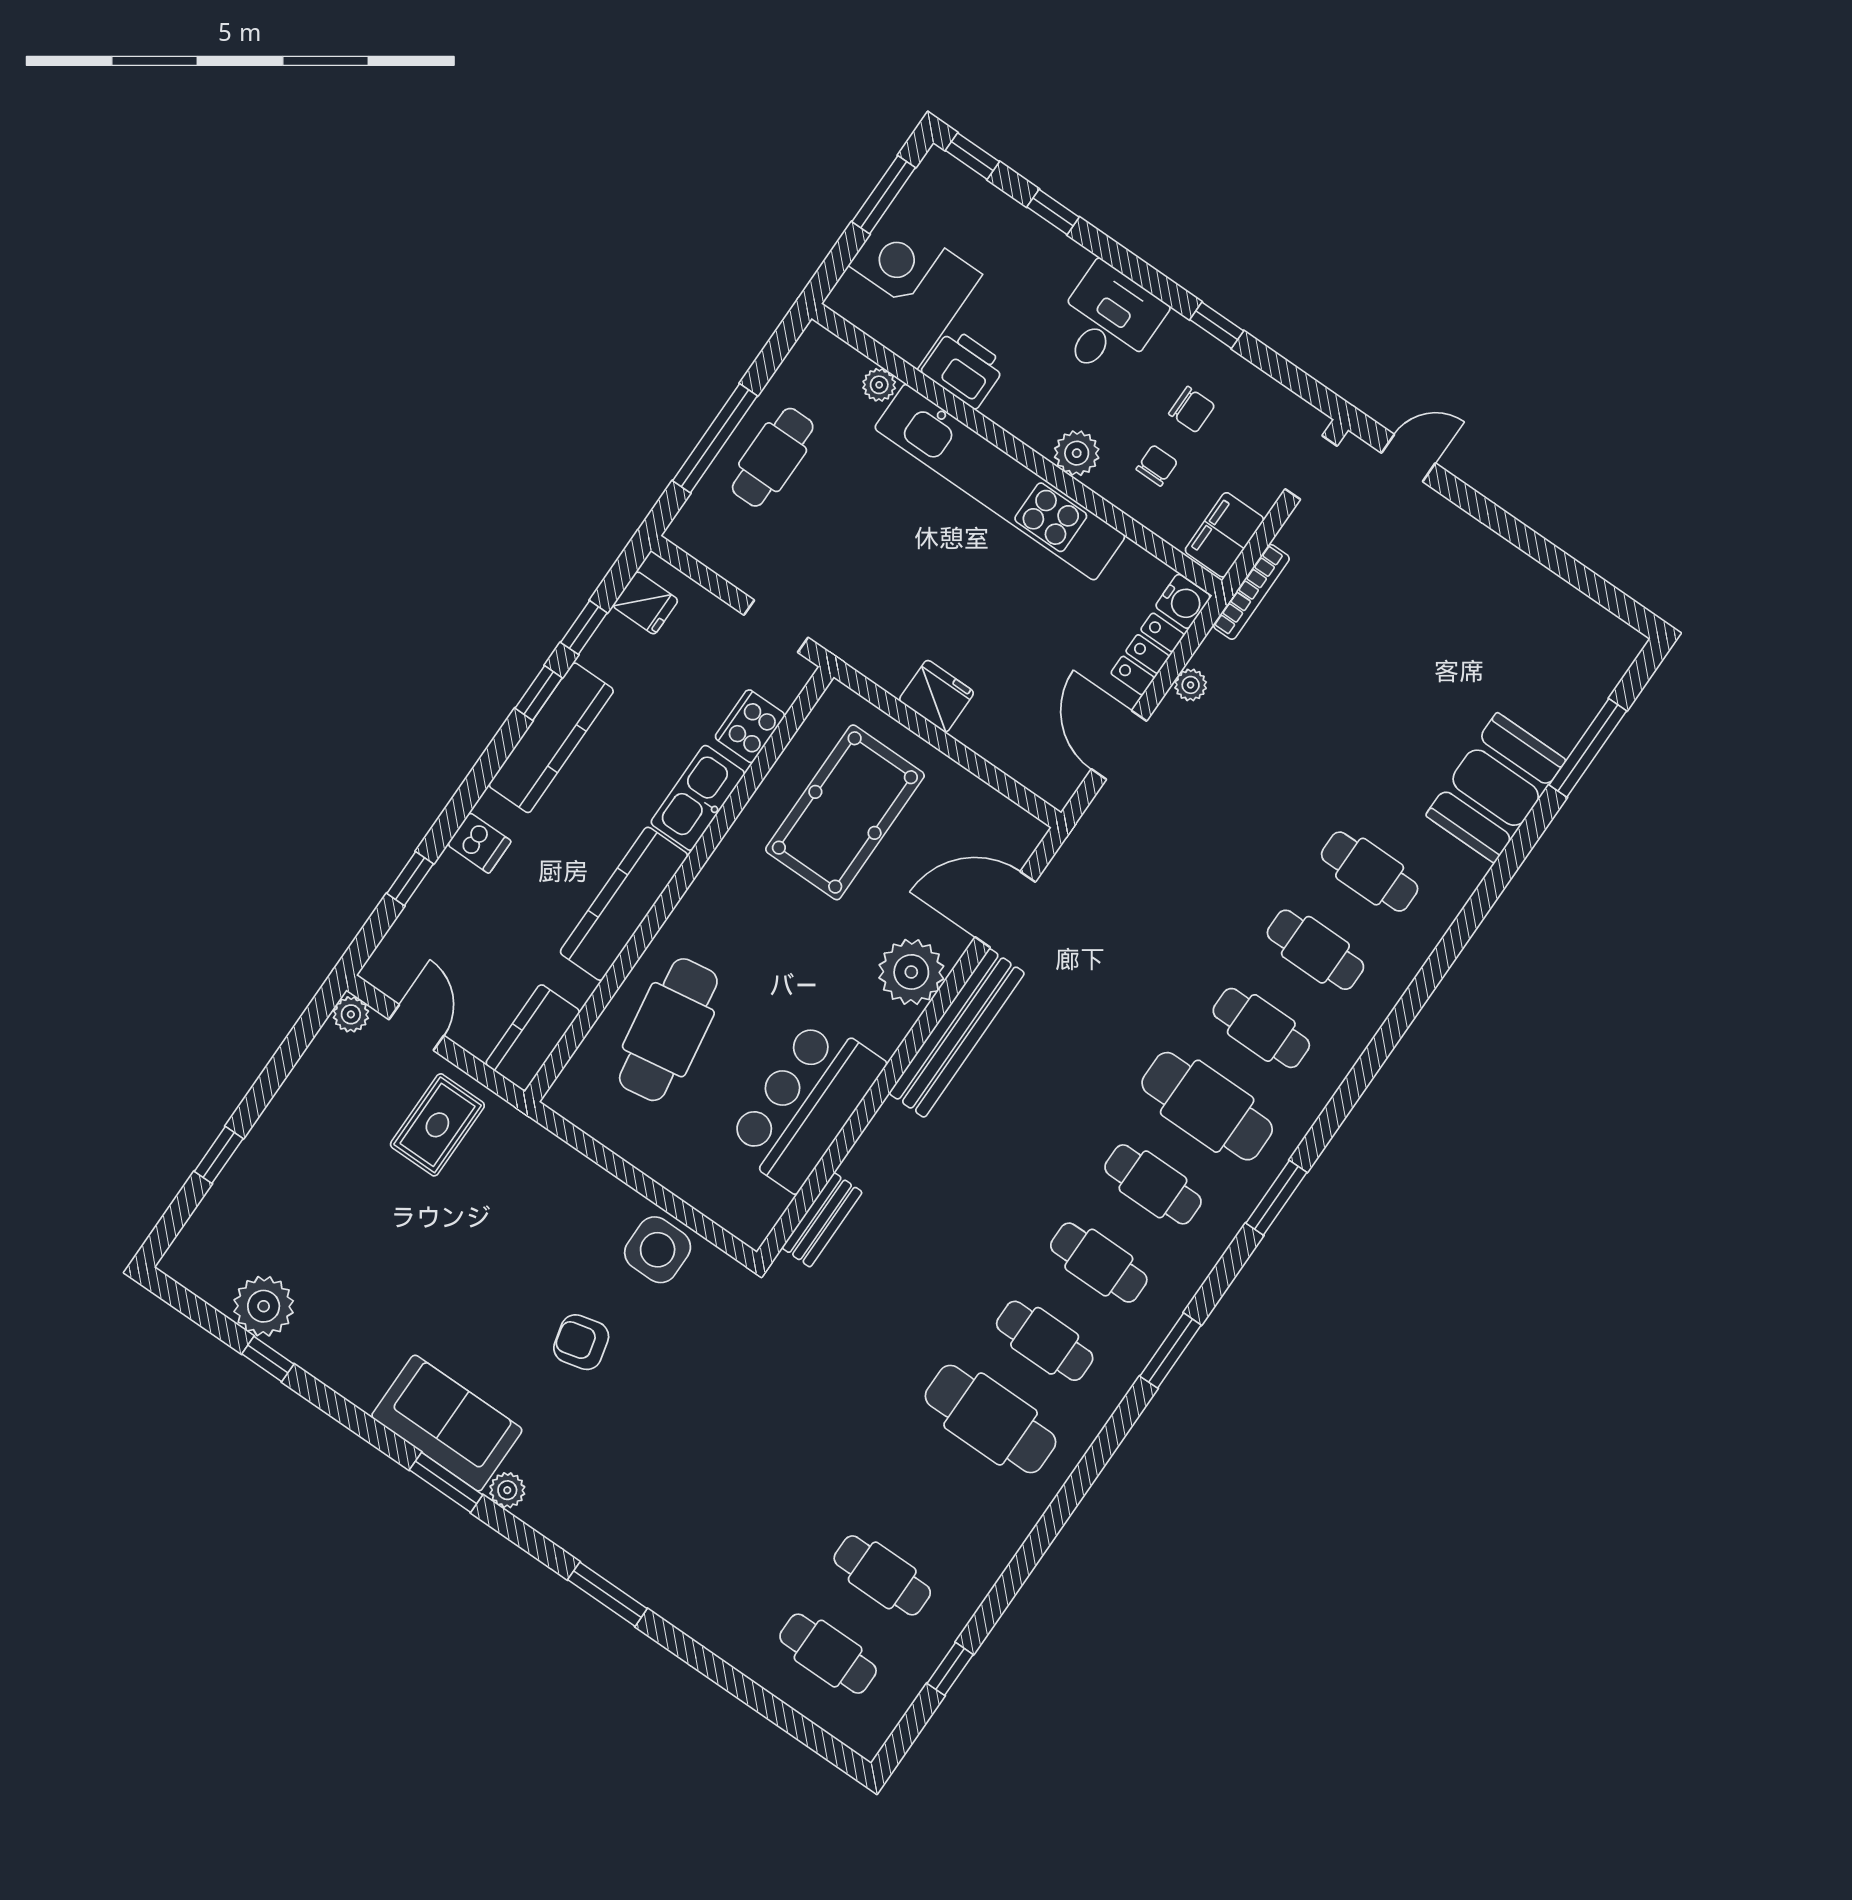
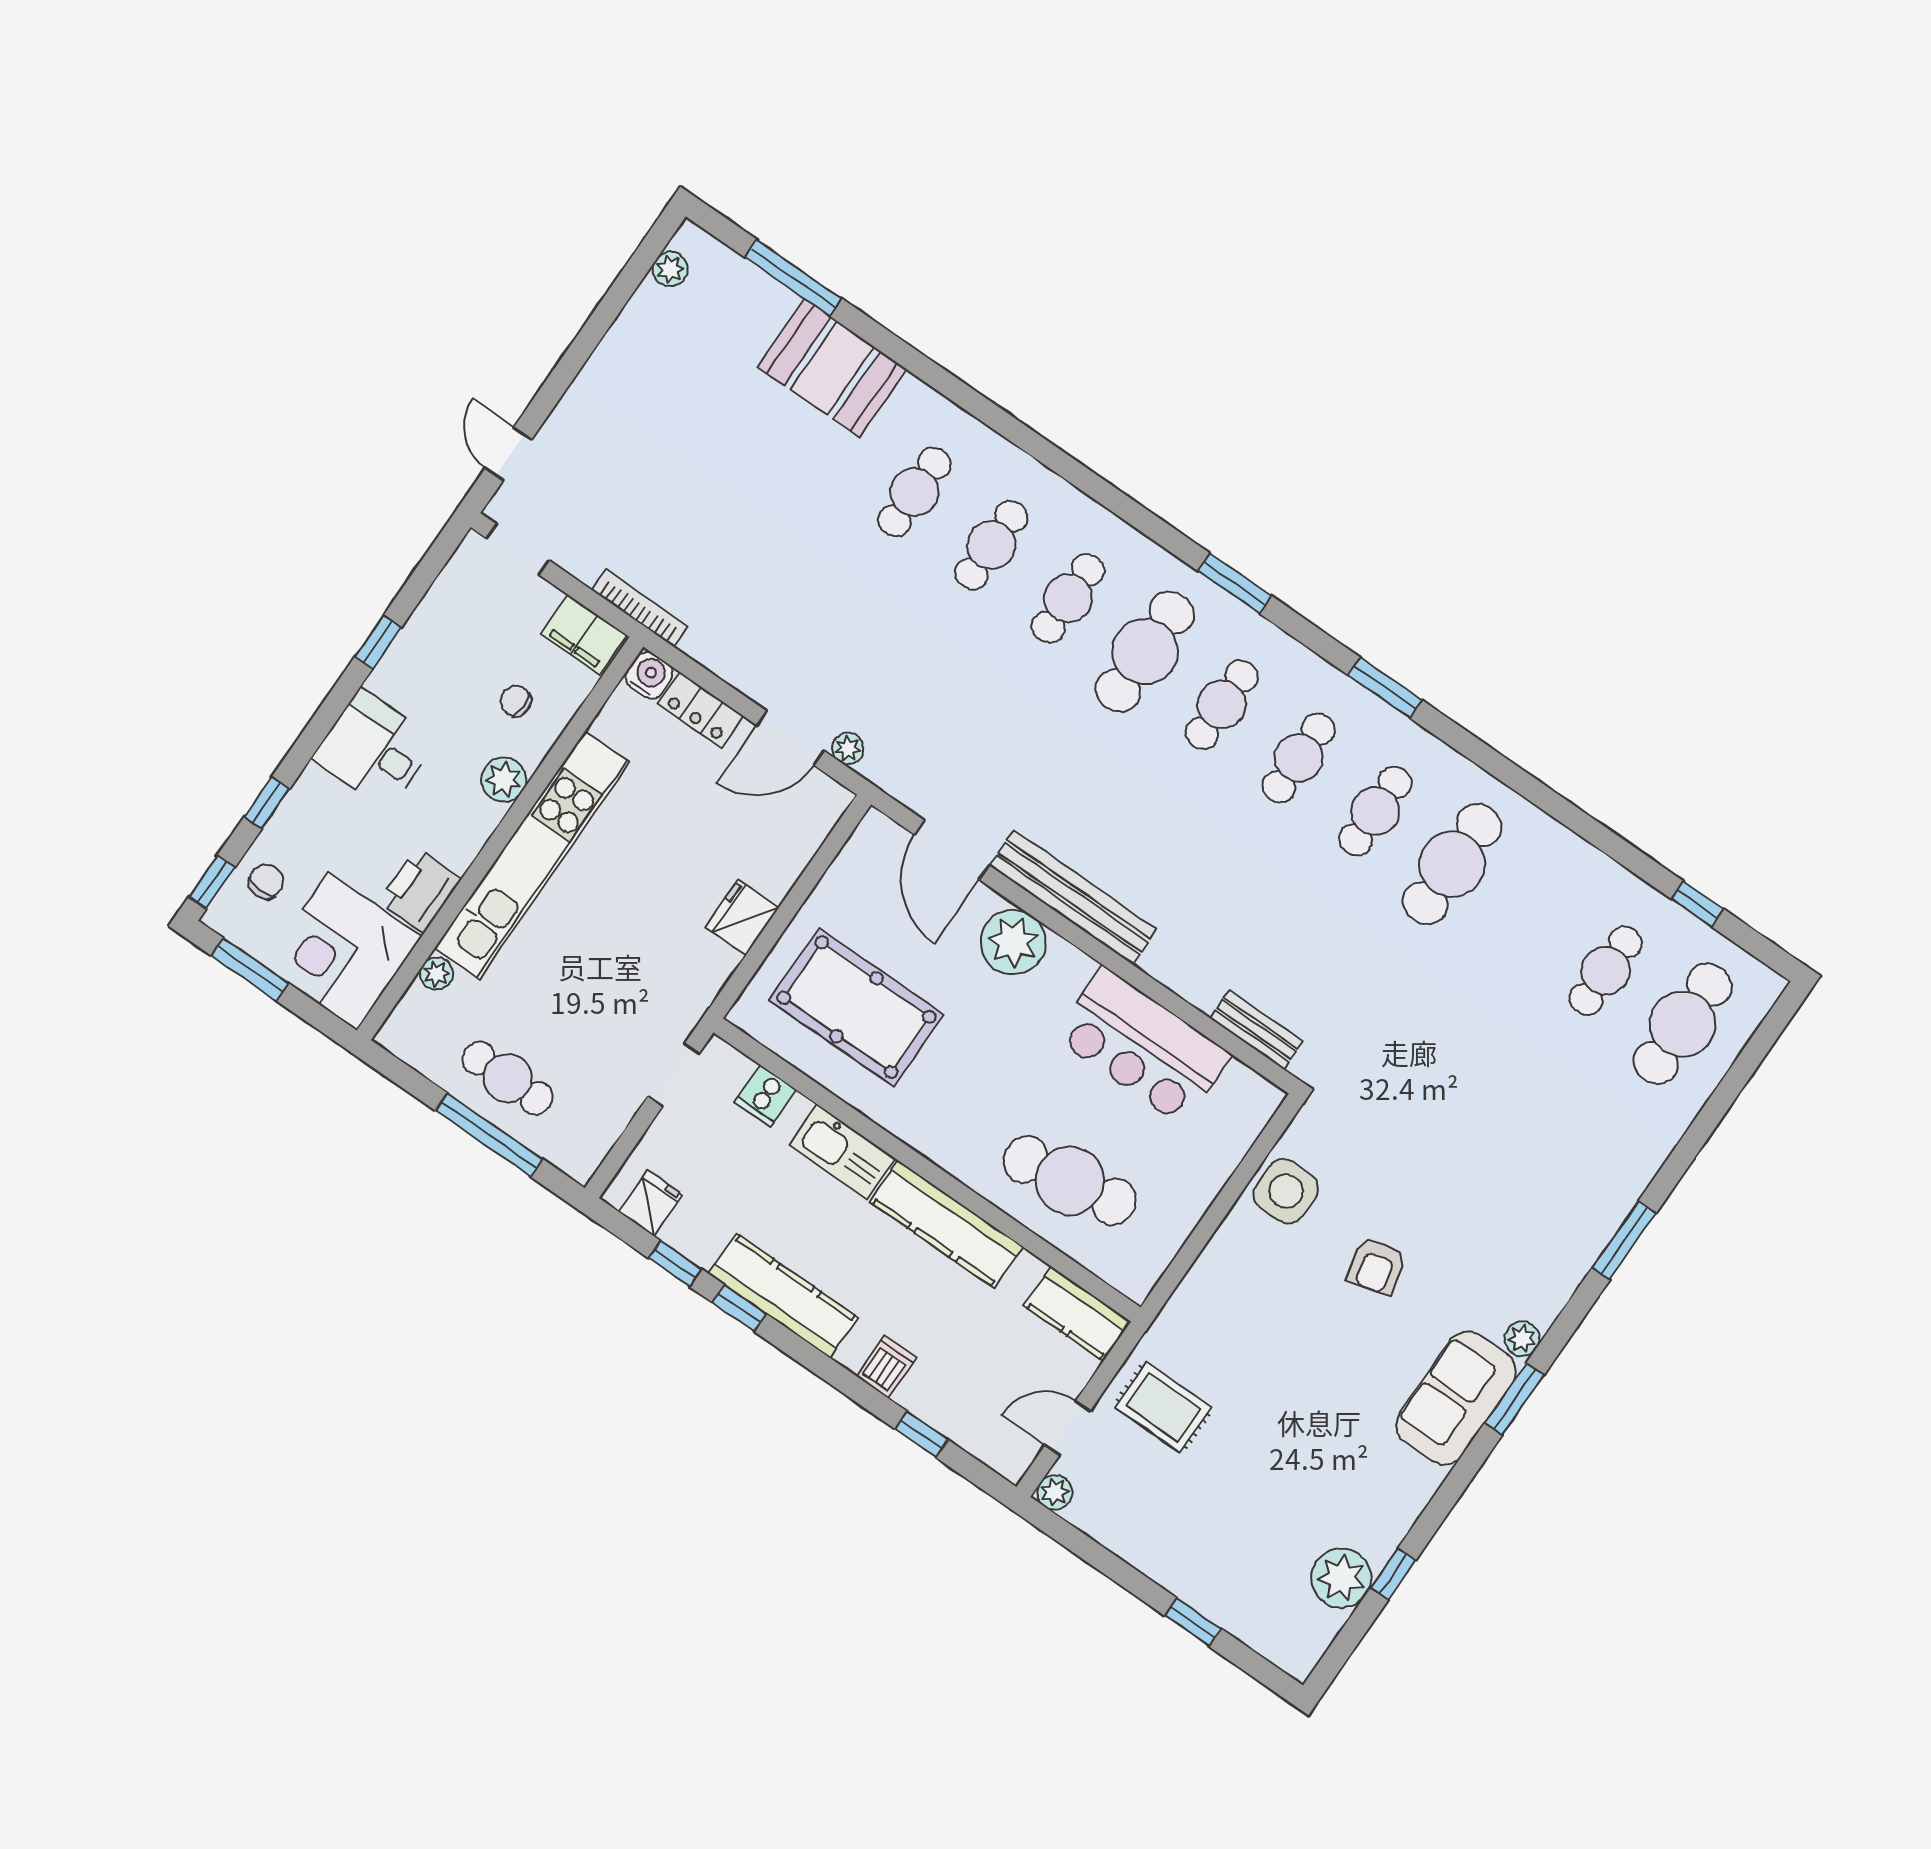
chair: (1192, 410) -> (266, 882), moved
plant: (1596, 623) -> (670, 269), added
plant: (1191, 685) -> (848, 748), moved
cooker: (750, 726) -> (765, 1096), width x0.73
cafe table: (828, 1654) -> (1683, 1024), width x1.37, depth x1.35

